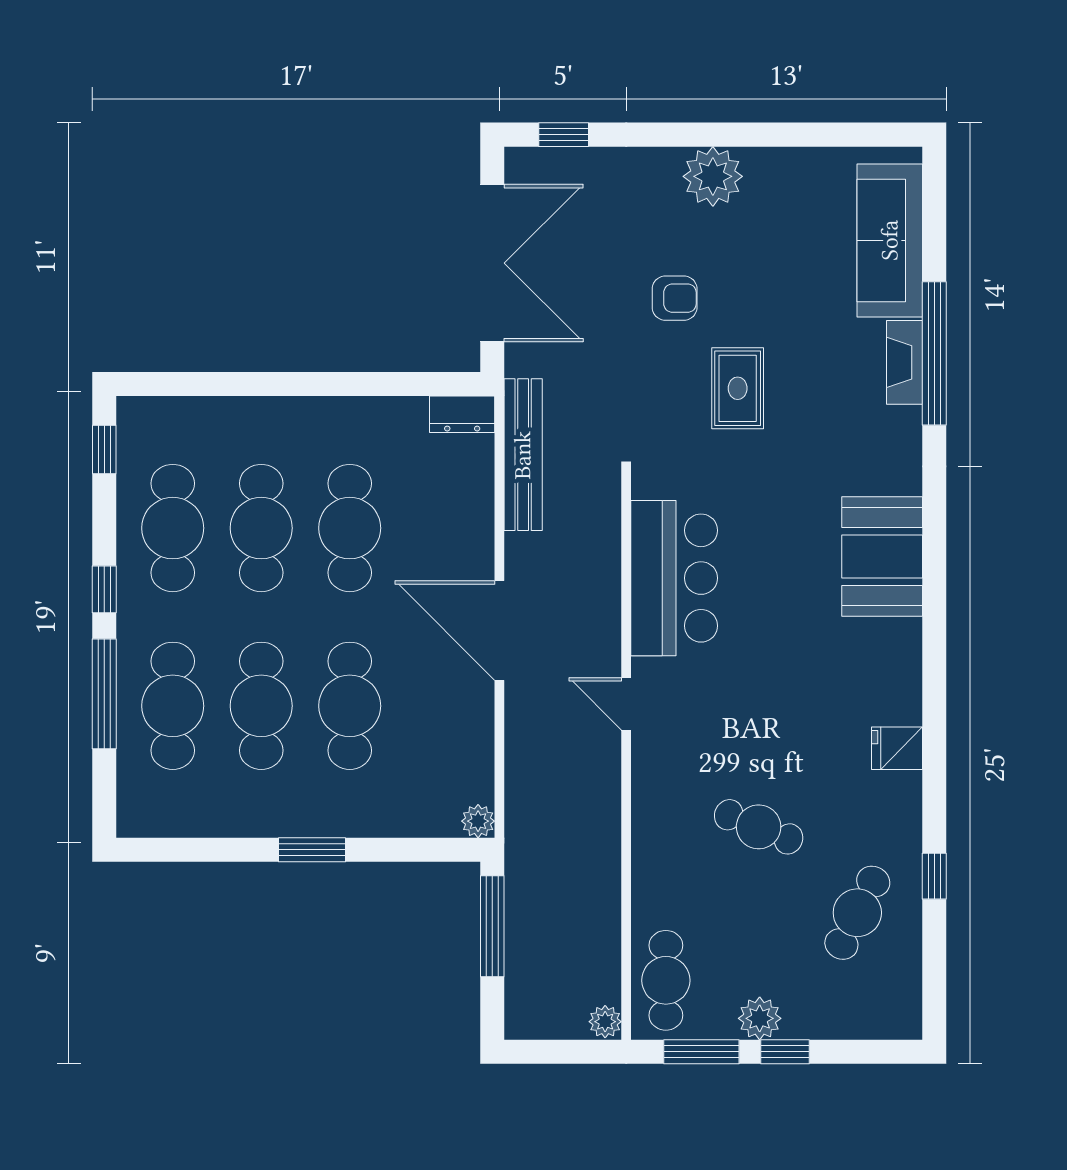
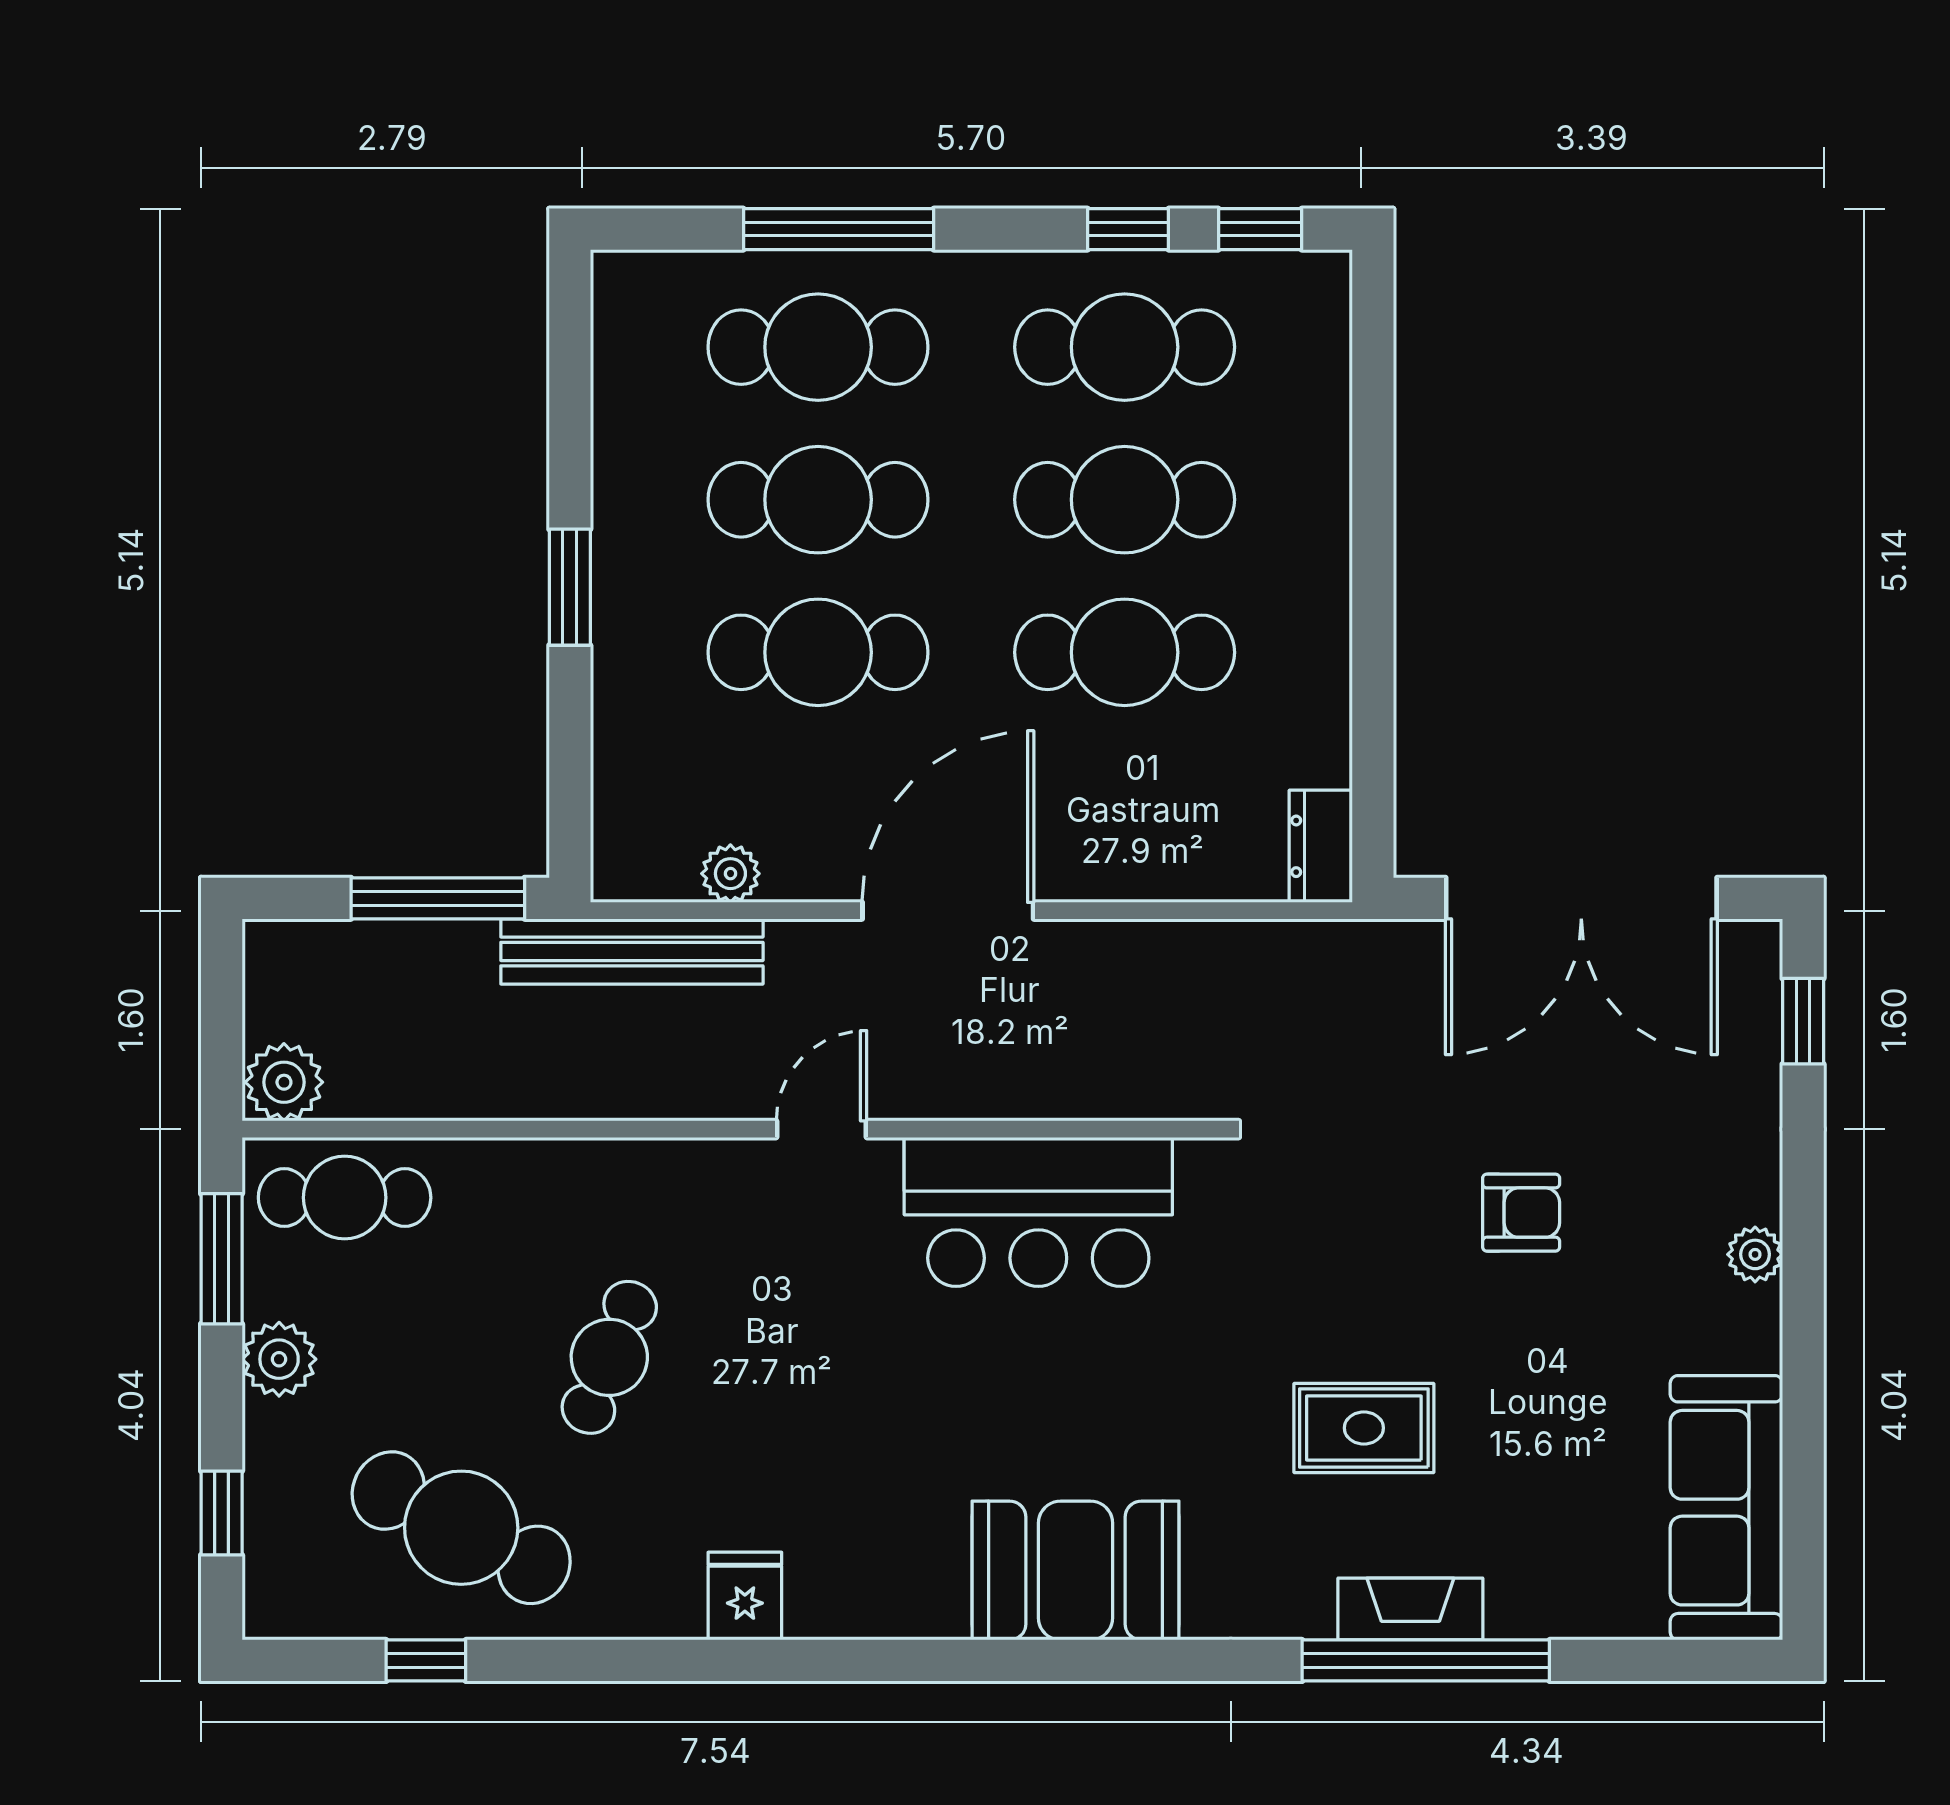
plant: (713, 176) -> (1755, 1254), width x0.53, depth x0.53
sofa: (890, 240) -> (1726, 1508), moved, turned -90
armchair: (675, 298) -> (1521, 1213), turned -90
rug: (738, 388) -> (1364, 1428), moved
bench: (523, 455) -> (632, 951), moved
window: (104, 589) -> (1128, 229), moved
plant: (478, 821) -> (730, 874), moved
window: (934, 876) -> (426, 1660), moved
cafe table: (857, 913) -> (461, 1528), width x1.37, depth x1.35
plant: (605, 1022) -> (284, 1082), width x1.38, depth x1.38
window: (785, 1052) -> (222, 1513), moved

